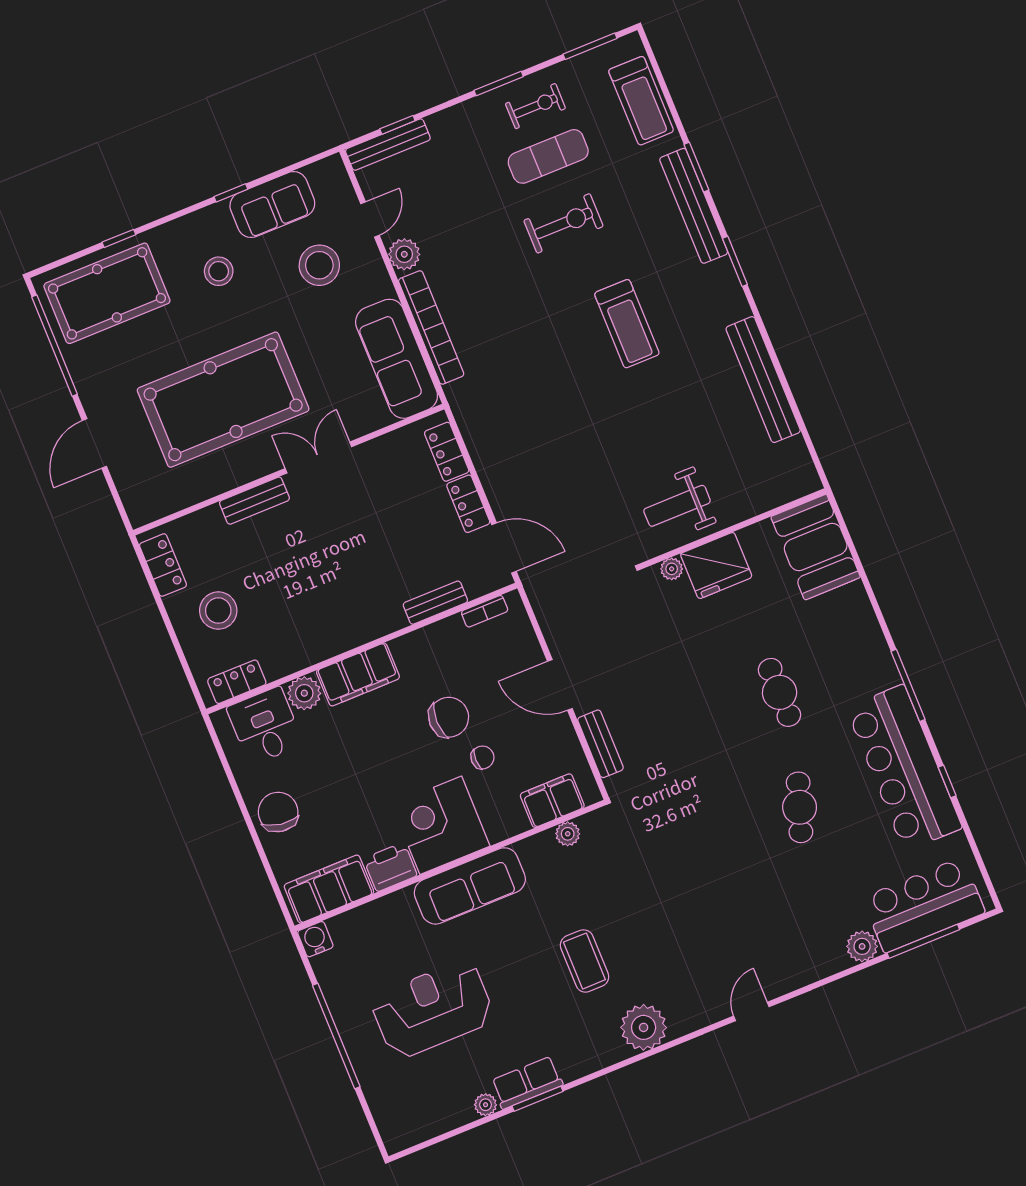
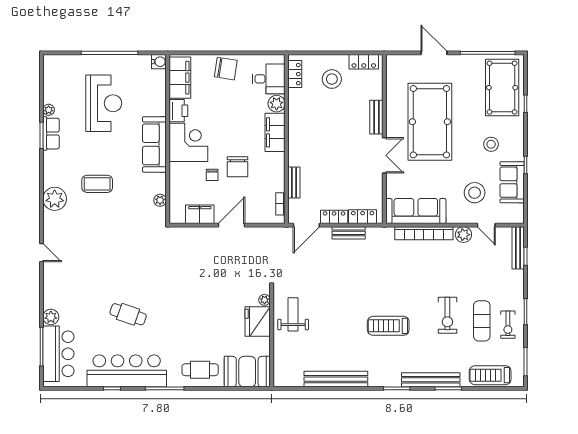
cafe table: (780, 692) -> (200, 370), moved
bench: (600, 744) -> (349, 233), moved
filing cabinet: (552, 801) -> (200, 214), moved, turned -90

